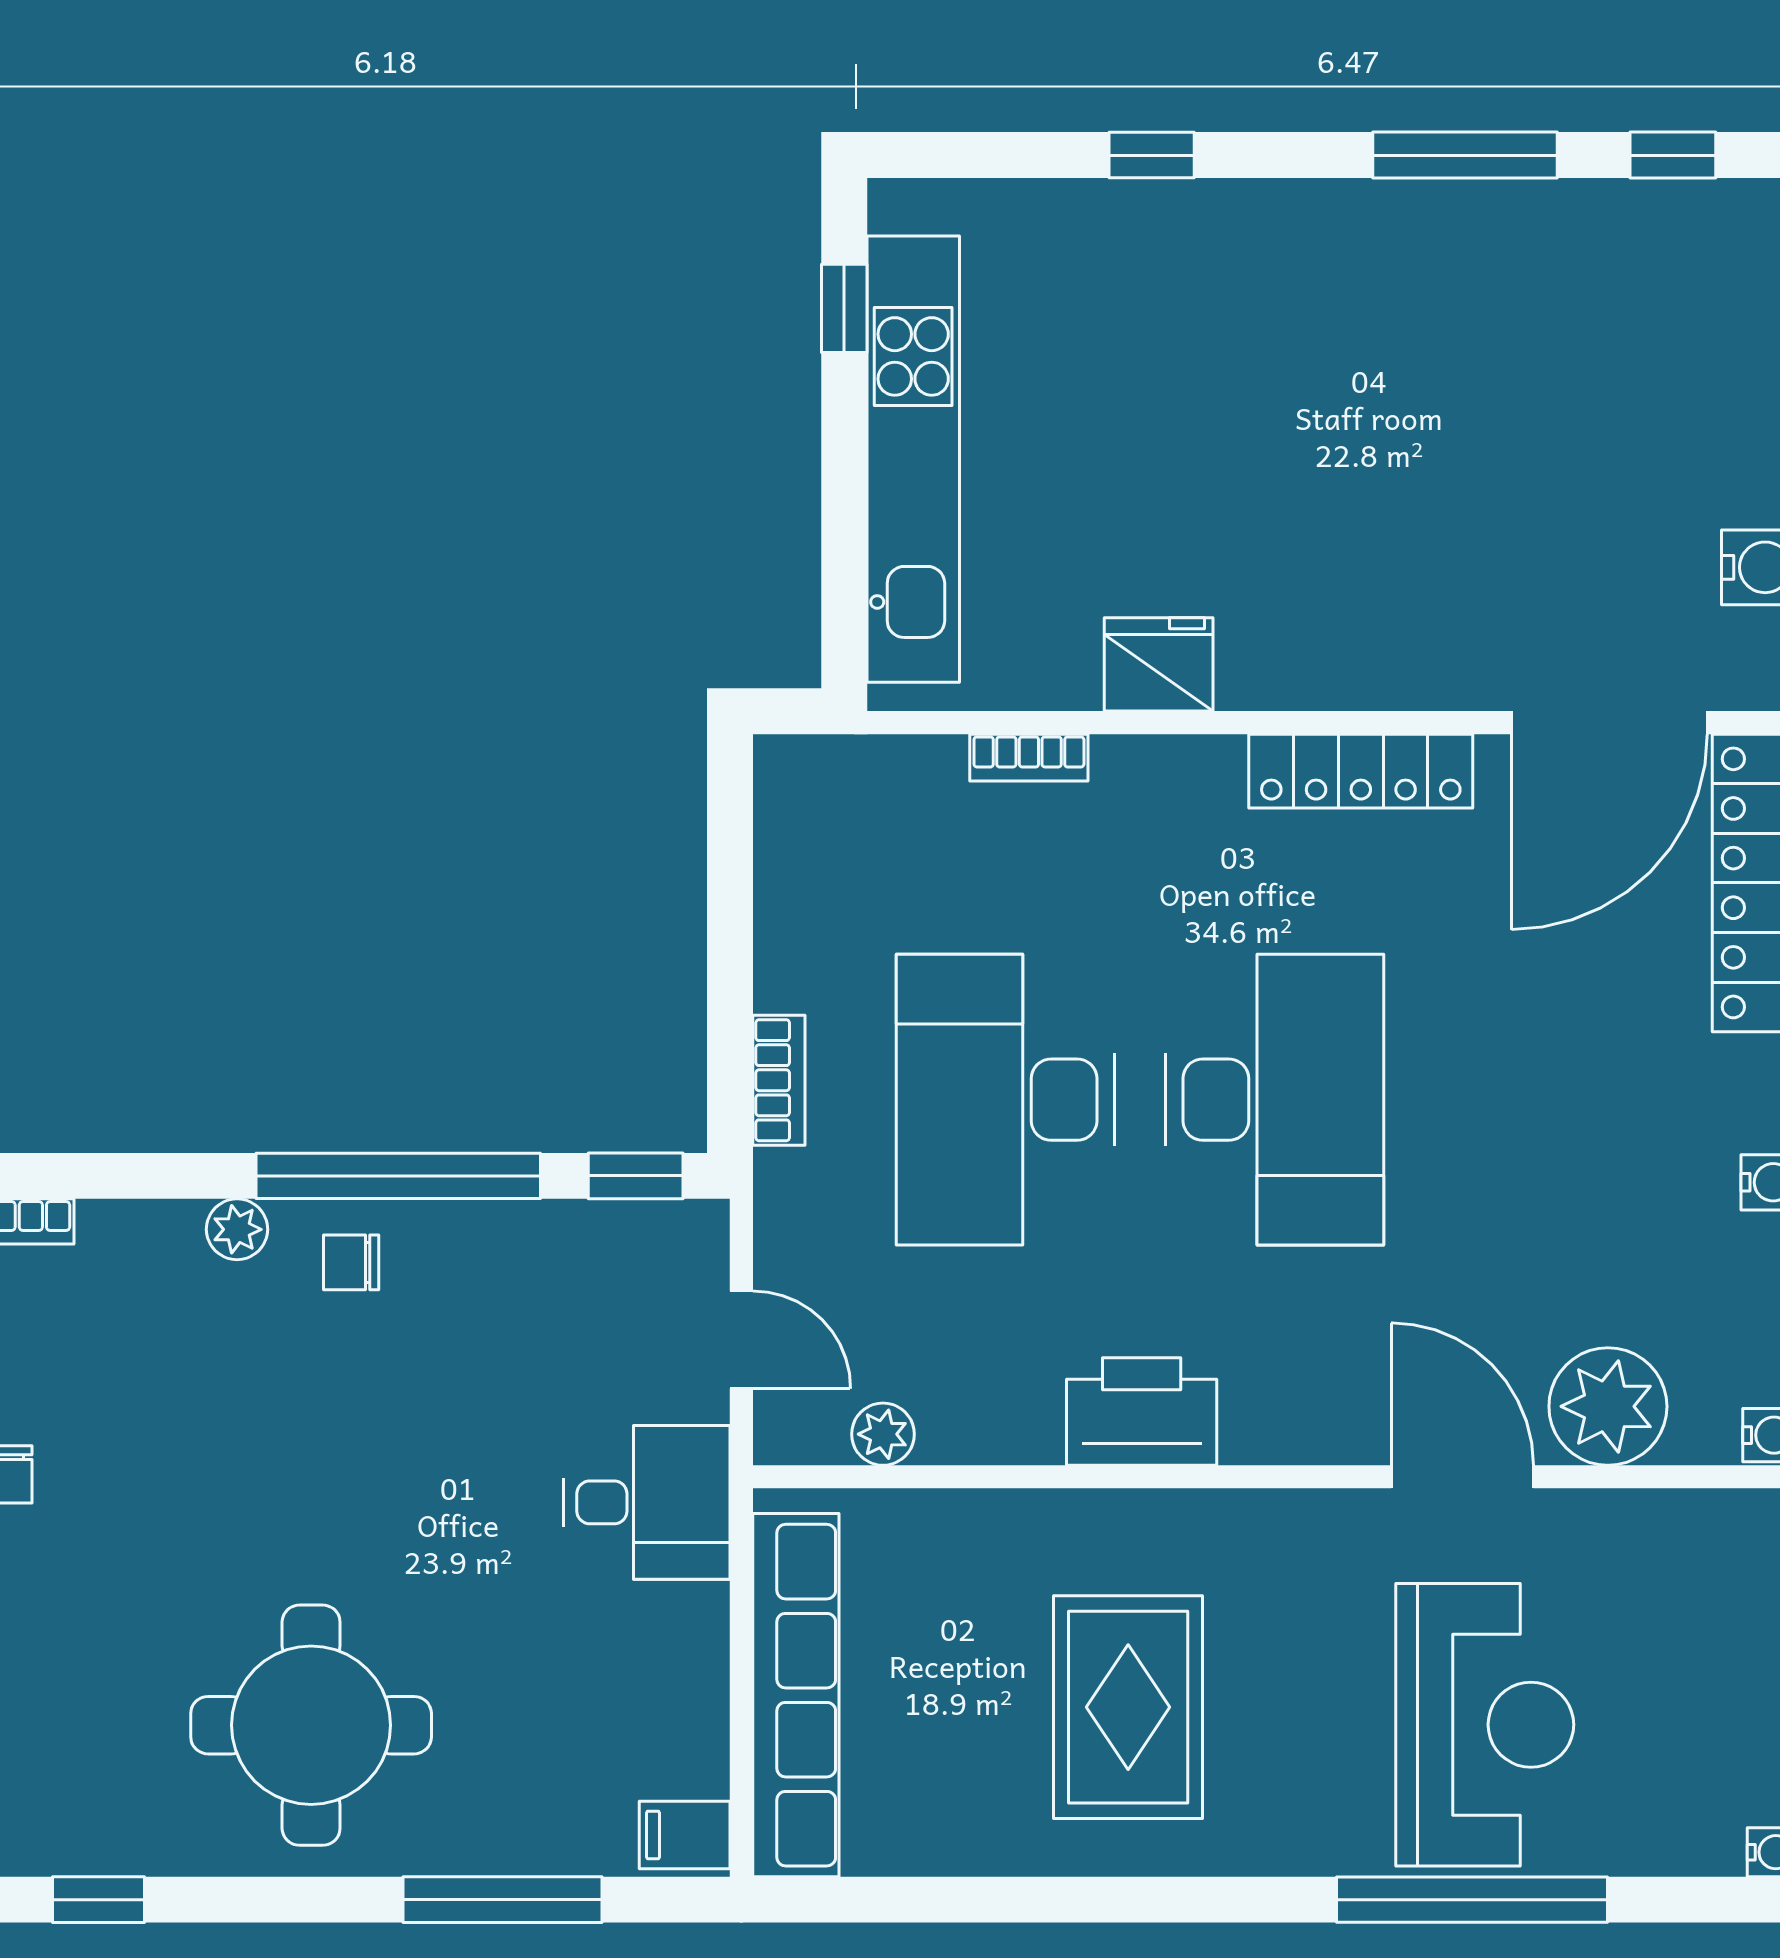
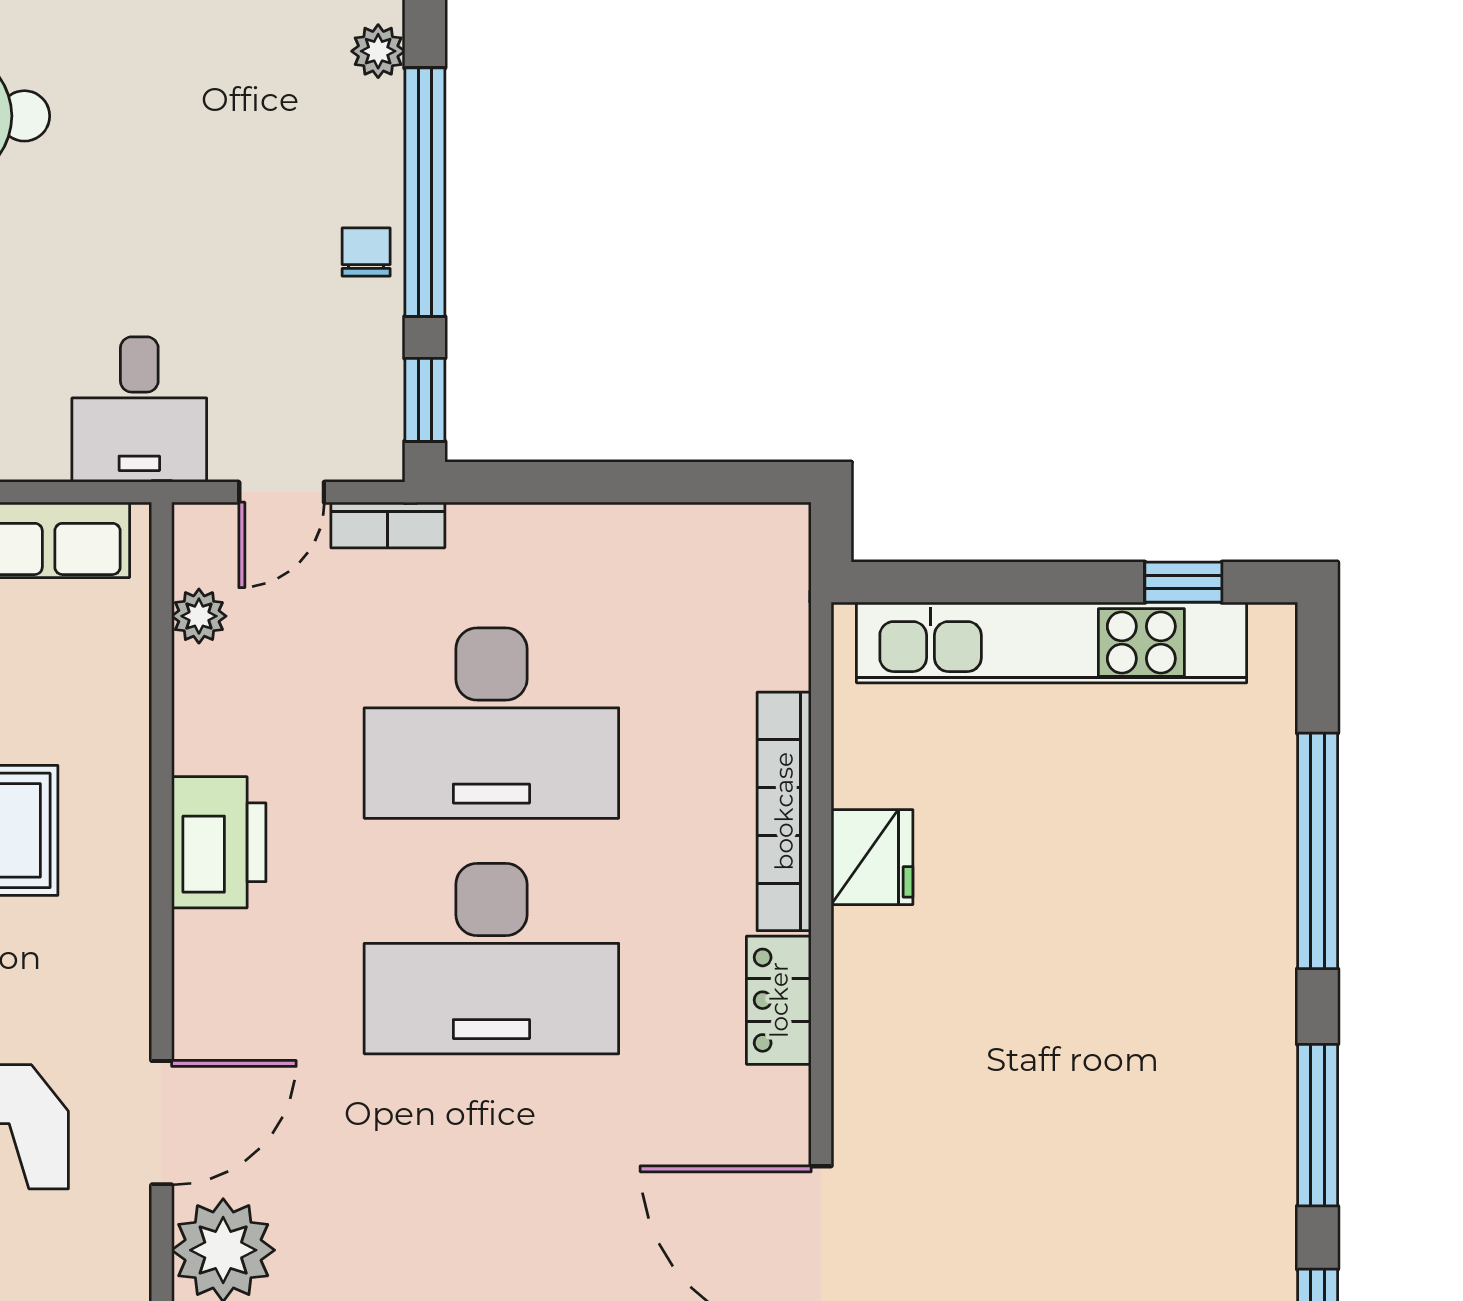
window: (1152, 155) -> (1318, 851), width x3.17
bookcase: (1029, 758) -> (784, 811), width x2.31, depth x1.31
locker: (1361, 771) -> (779, 1000), width x0.66
bookcase: (779, 1080) -> (388, 525), moved
desk: (1005, 1100) -> (491, 723), turned 180
chair: (351, 1262) -> (366, 252), moved

